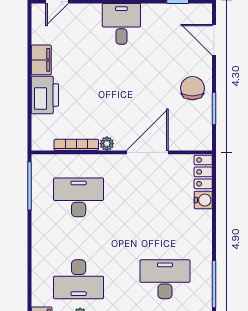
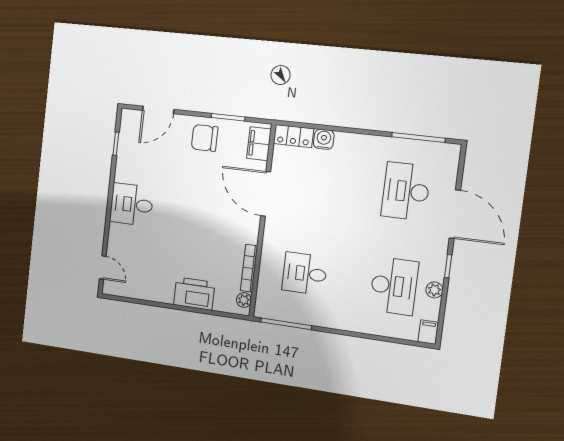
filing cabinet: (41, 60) -> (259, 144), moved, turned -90
plant: (107, 144) -> (244, 300), moved
desk: (79, 197) -> (305, 273), width x0.73

